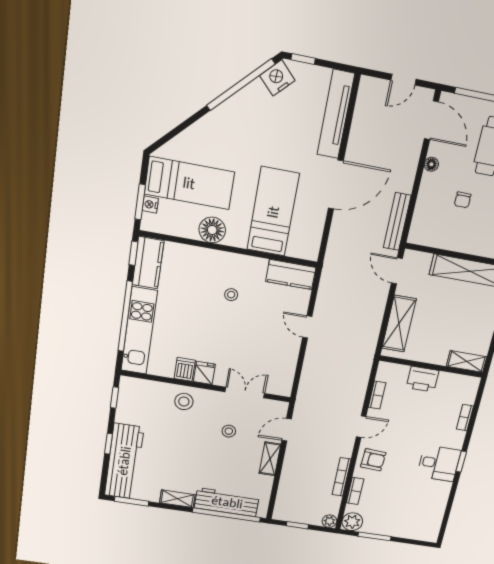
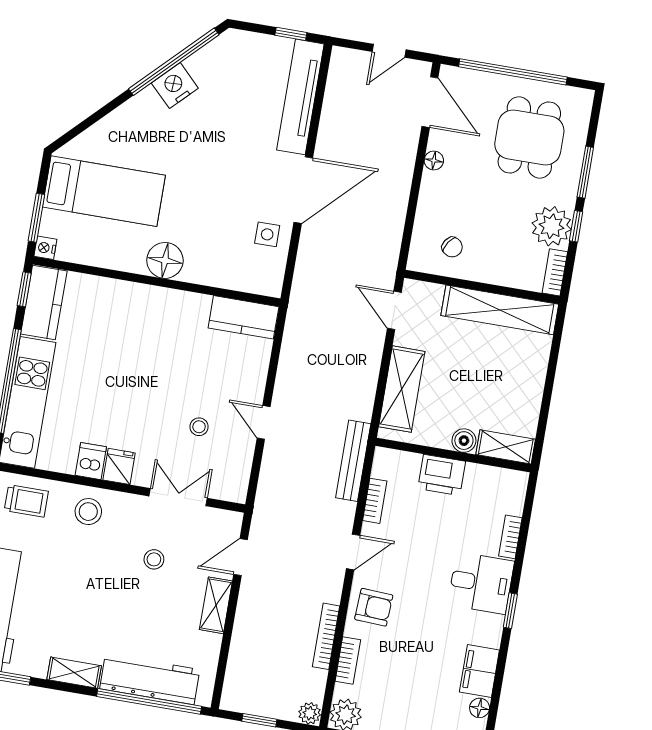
window: (303, 59) -> (291, 34), moved
nightstand: (277, 78) -> (175, 86), moved
chair: (463, 200) -> (452, 247), moved, turned -56
nightstand: (150, 205) -> (45, 248), moved
bed: (273, 212) -> (218, 228), removed
side table: (309, 216) -> (267, 234), added
bench: (397, 222) -> (353, 461), moved
floor lamp: (212, 230) -> (165, 260), moved
stool: (231, 295) -> (199, 427), moved
door: (307, 327) -> (264, 422), moved
boiler: (439, 357) -> (464, 441), added
trolley: (141, 395) -> (26, 501), added
desk: (439, 463) -> (481, 583), moved
filing cabinet: (439, 497) -> (479, 671), added
floor lamp: (437, 517) -> (480, 708), added

